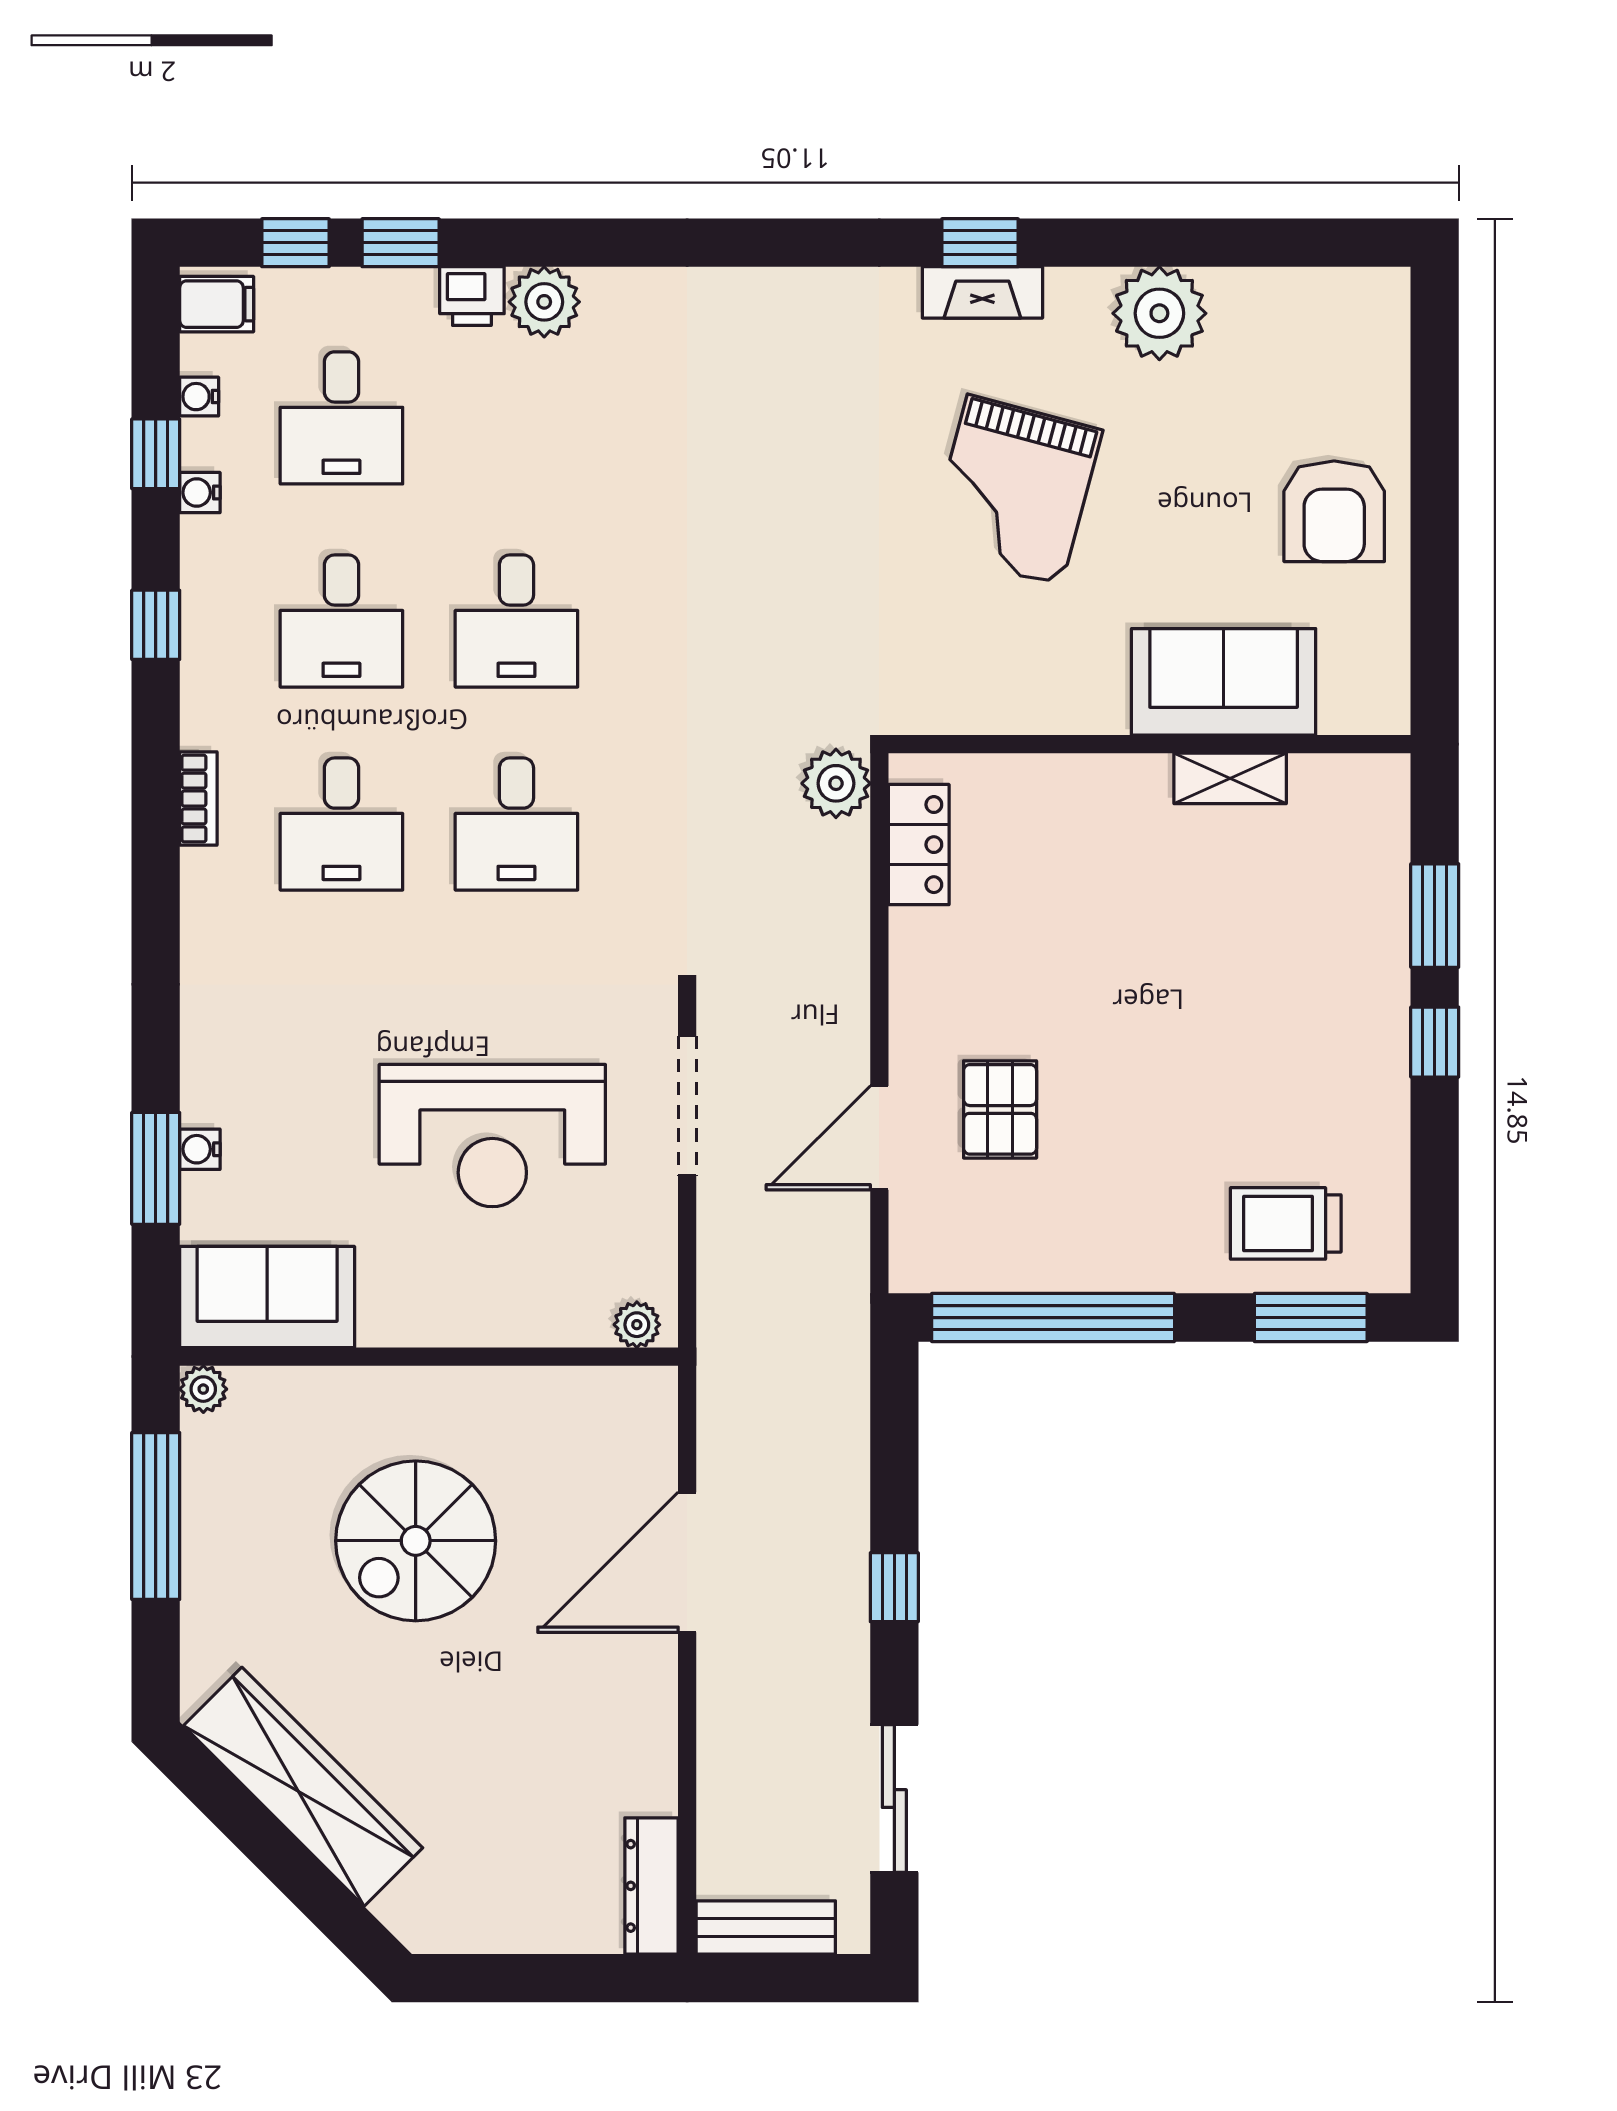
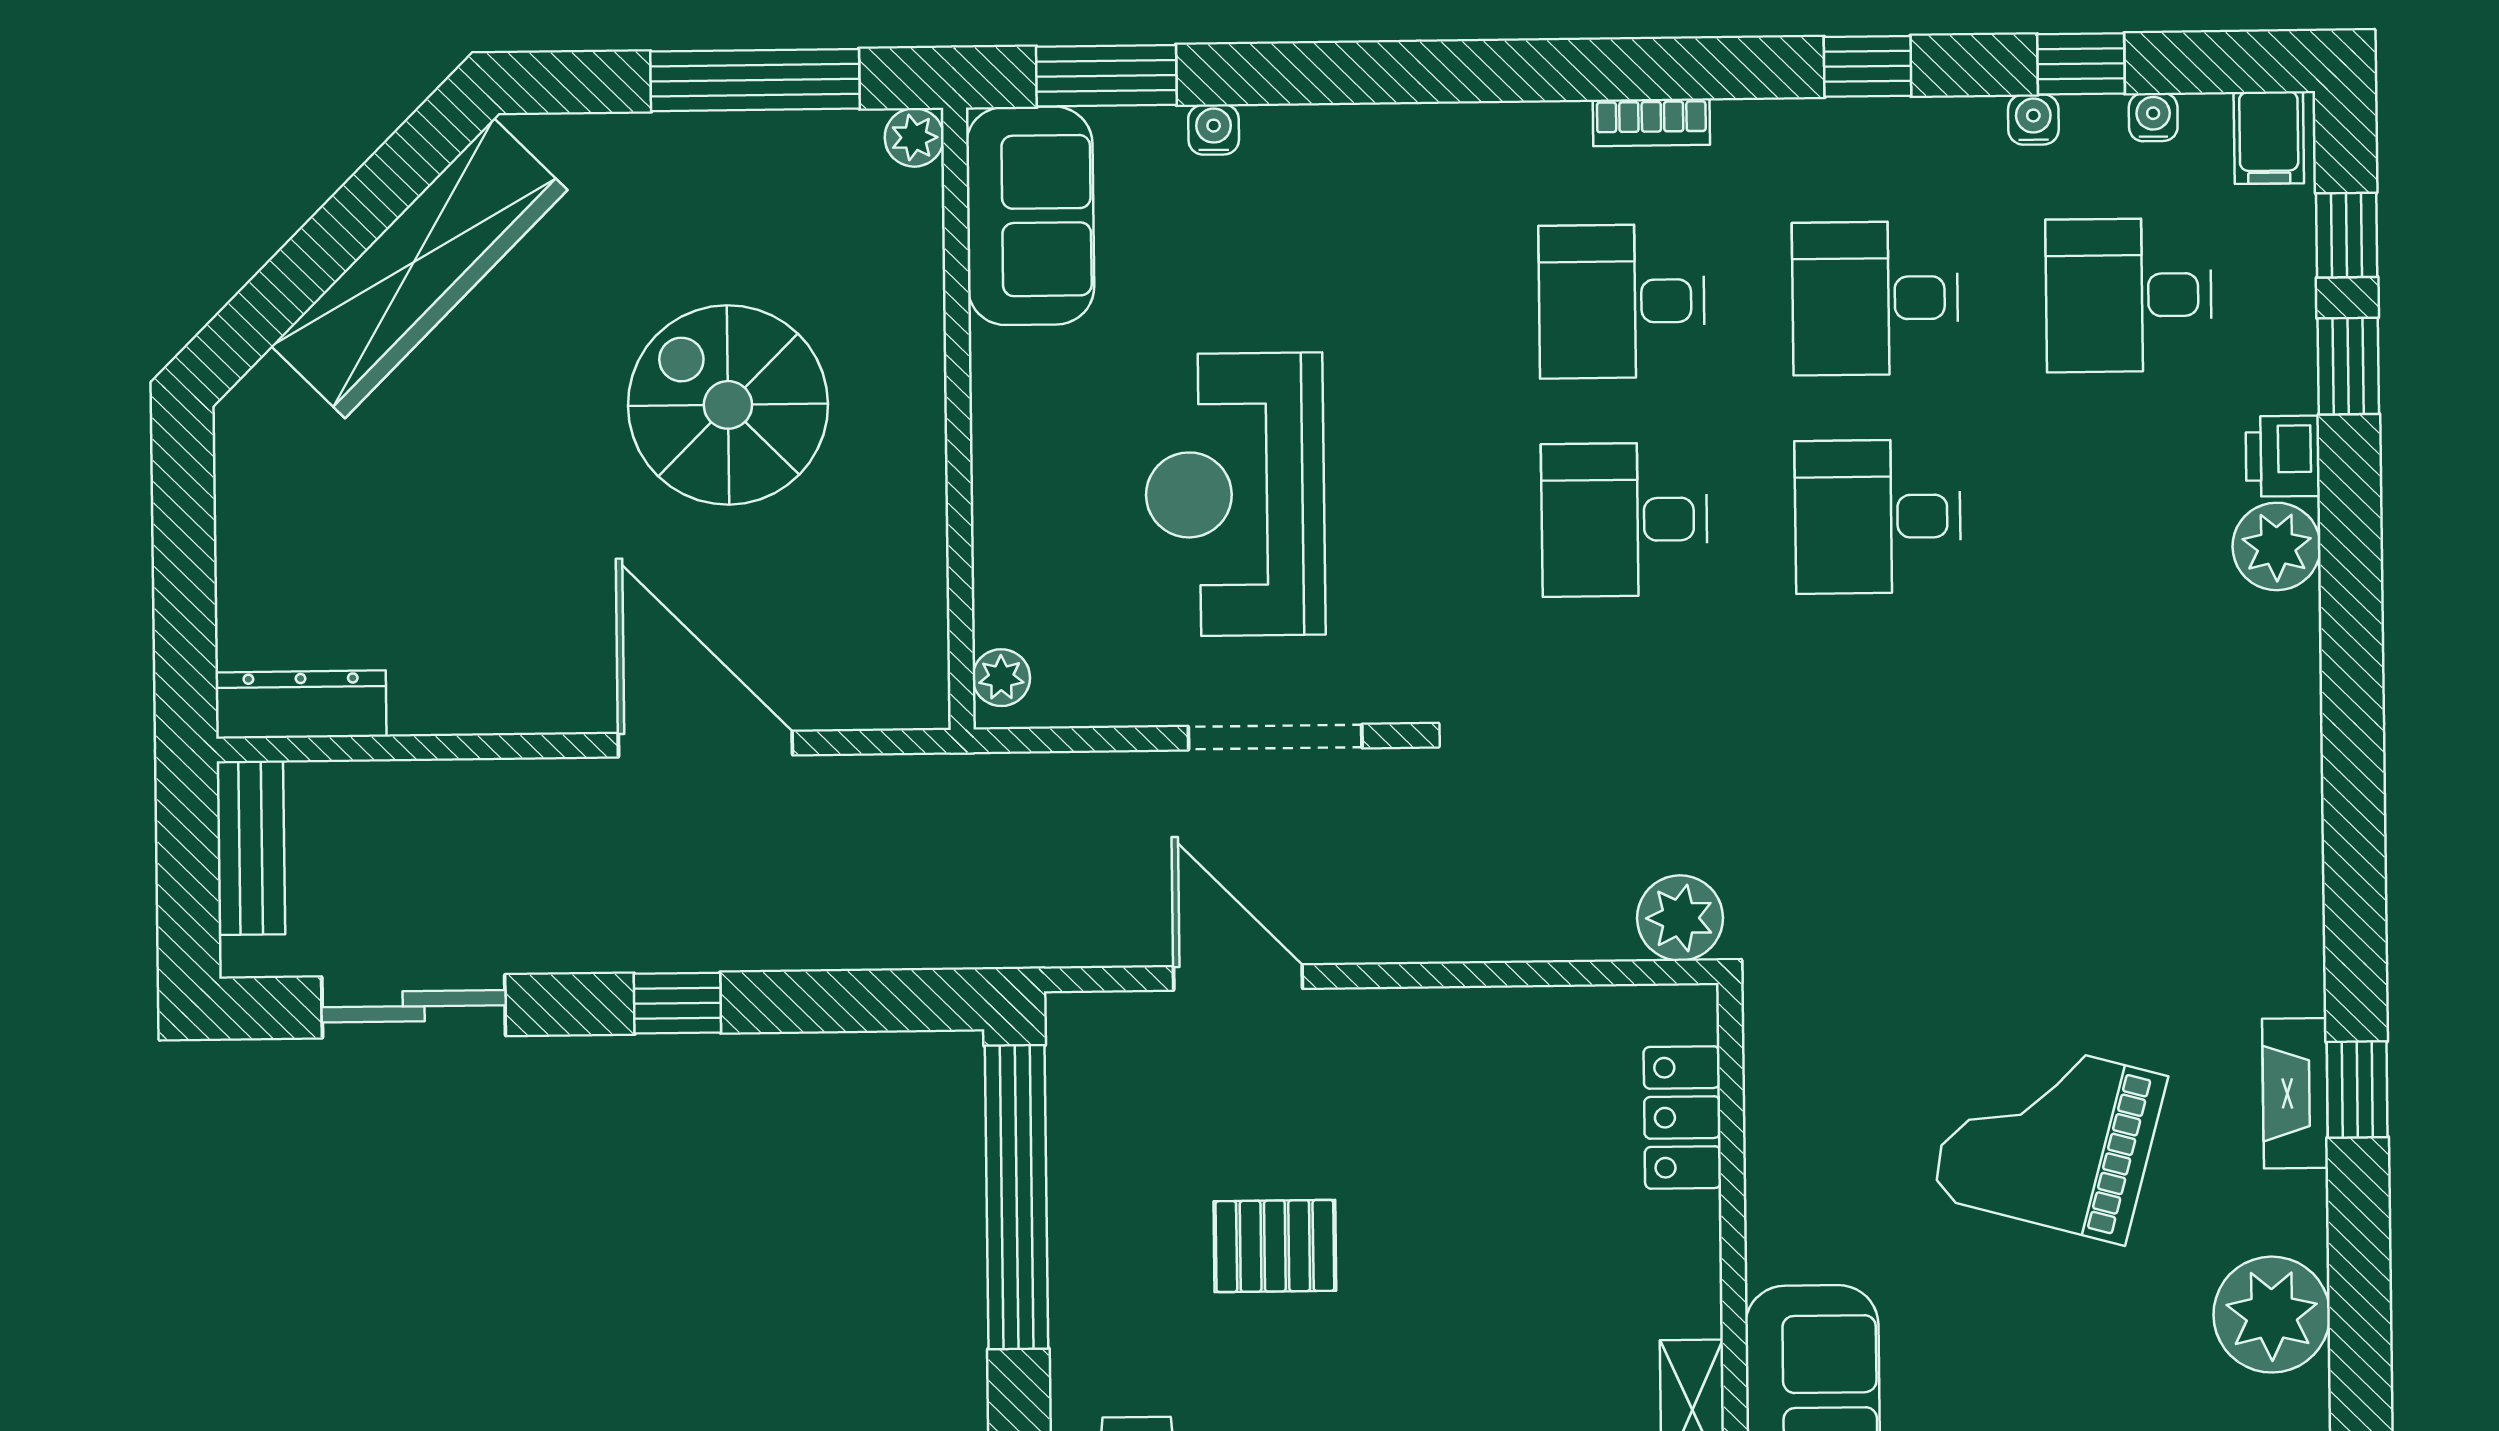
locker: (919, 845) -> (1682, 1117), moved, turned 90
pallet: (1000, 1109) -> (1275, 1246), moved
window: (156, 1168) -> (1106, 76), moved

